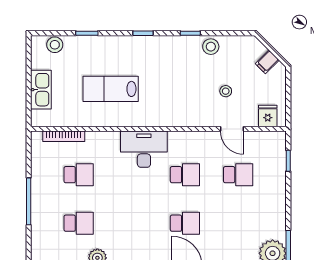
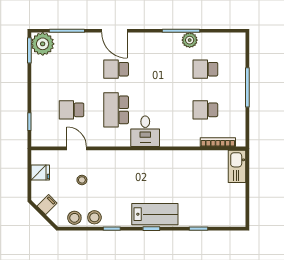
stool: (55, 45) -> (74, 218), moved
lab bench: (111, 89) -> (155, 214), moved
kitchen sink: (41, 90) -> (237, 166), moved
fridge: (268, 116) -> (40, 172), moved, turned -90
desk: (144, 149) -> (145, 131), width x0.73
school desk: (185, 175) -> (116, 110), width x1.85

